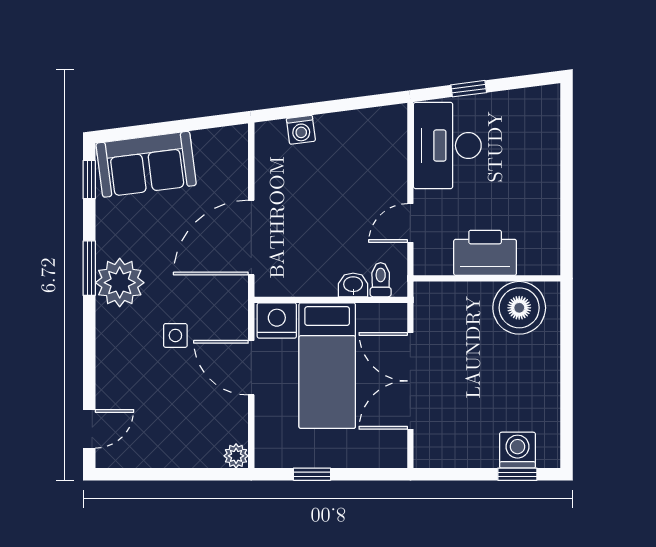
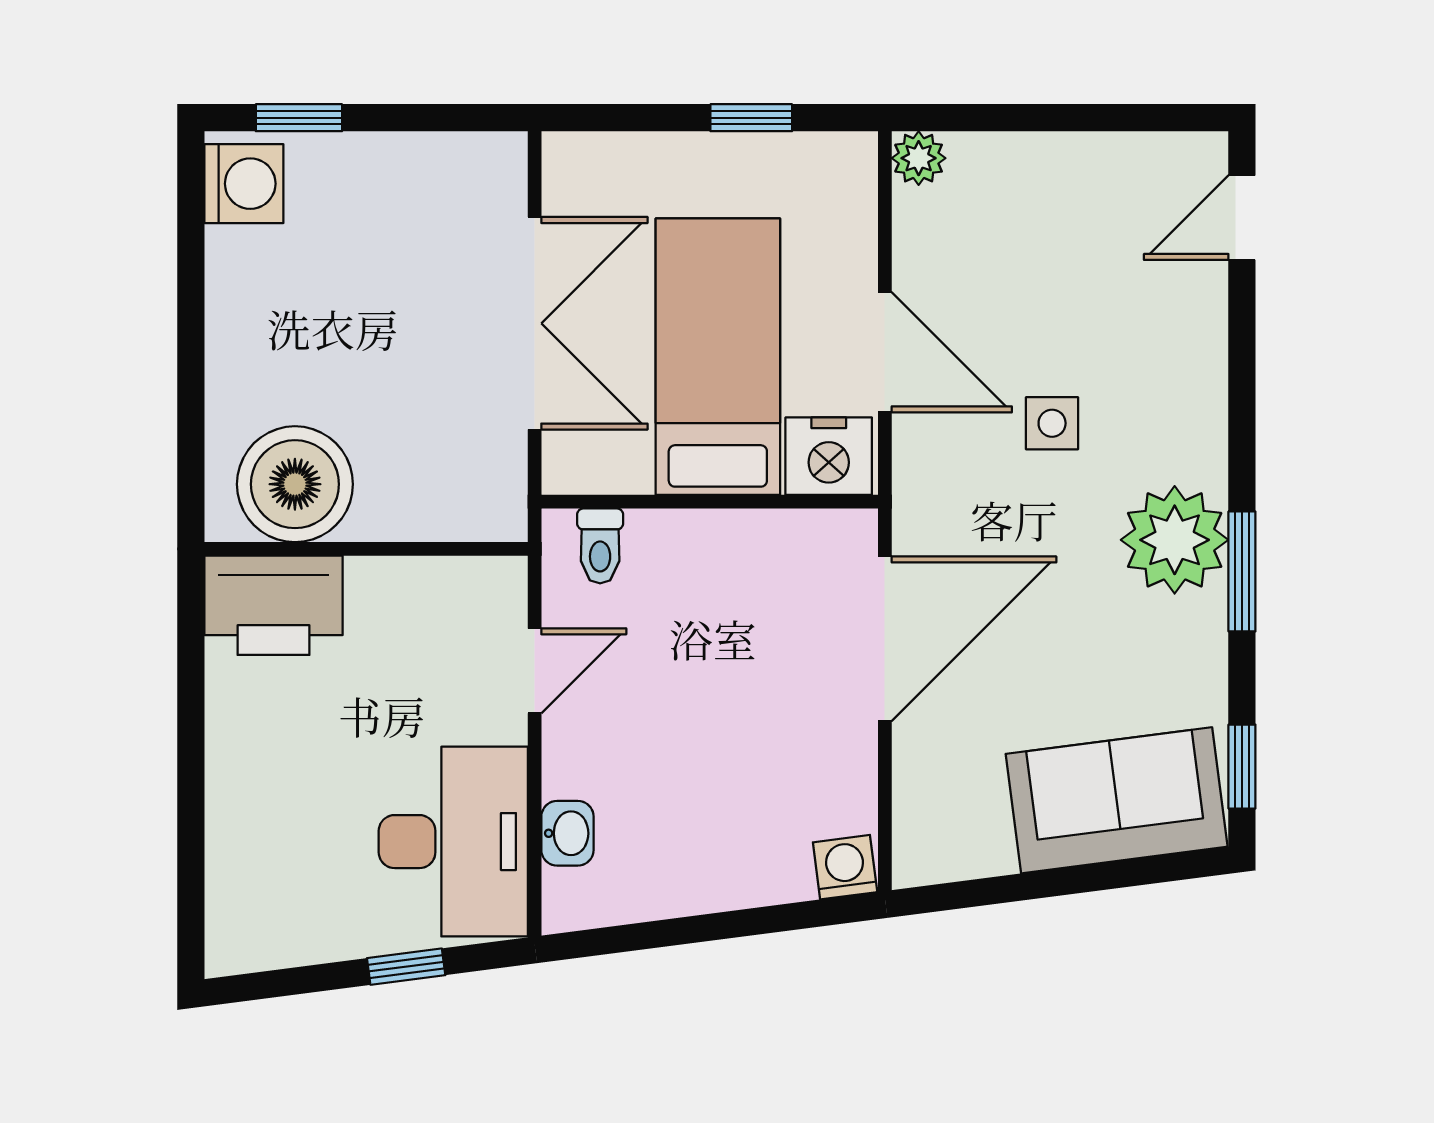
washing machine: (301, 130) -> (845, 867), moved
printer: (485, 253) -> (274, 605), moved
washbasin: (353, 285) -> (567, 833), moved, turned -90
washing machine: (518, 450) -> (244, 184), moved, turned -90

